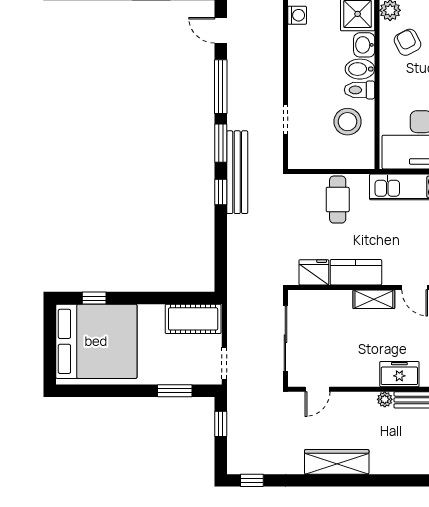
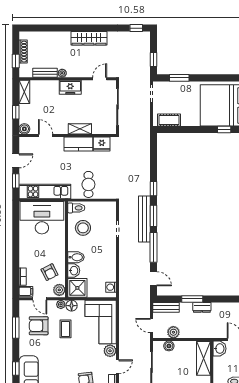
toilet: (360, 90) -> (76, 208), moved
bench: (237, 172) -> (144, 219), moved
shelving: (374, 299) -> (80, 129), moved
cot: (193, 319) -> (169, 120), width x0.73, depth x0.75
freezer: (399, 374) -> (70, 87), moved

